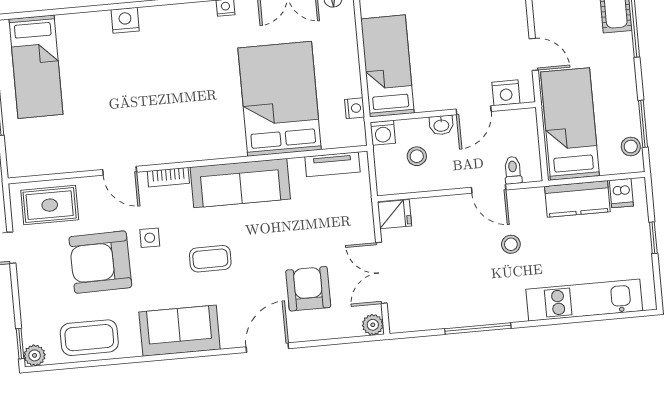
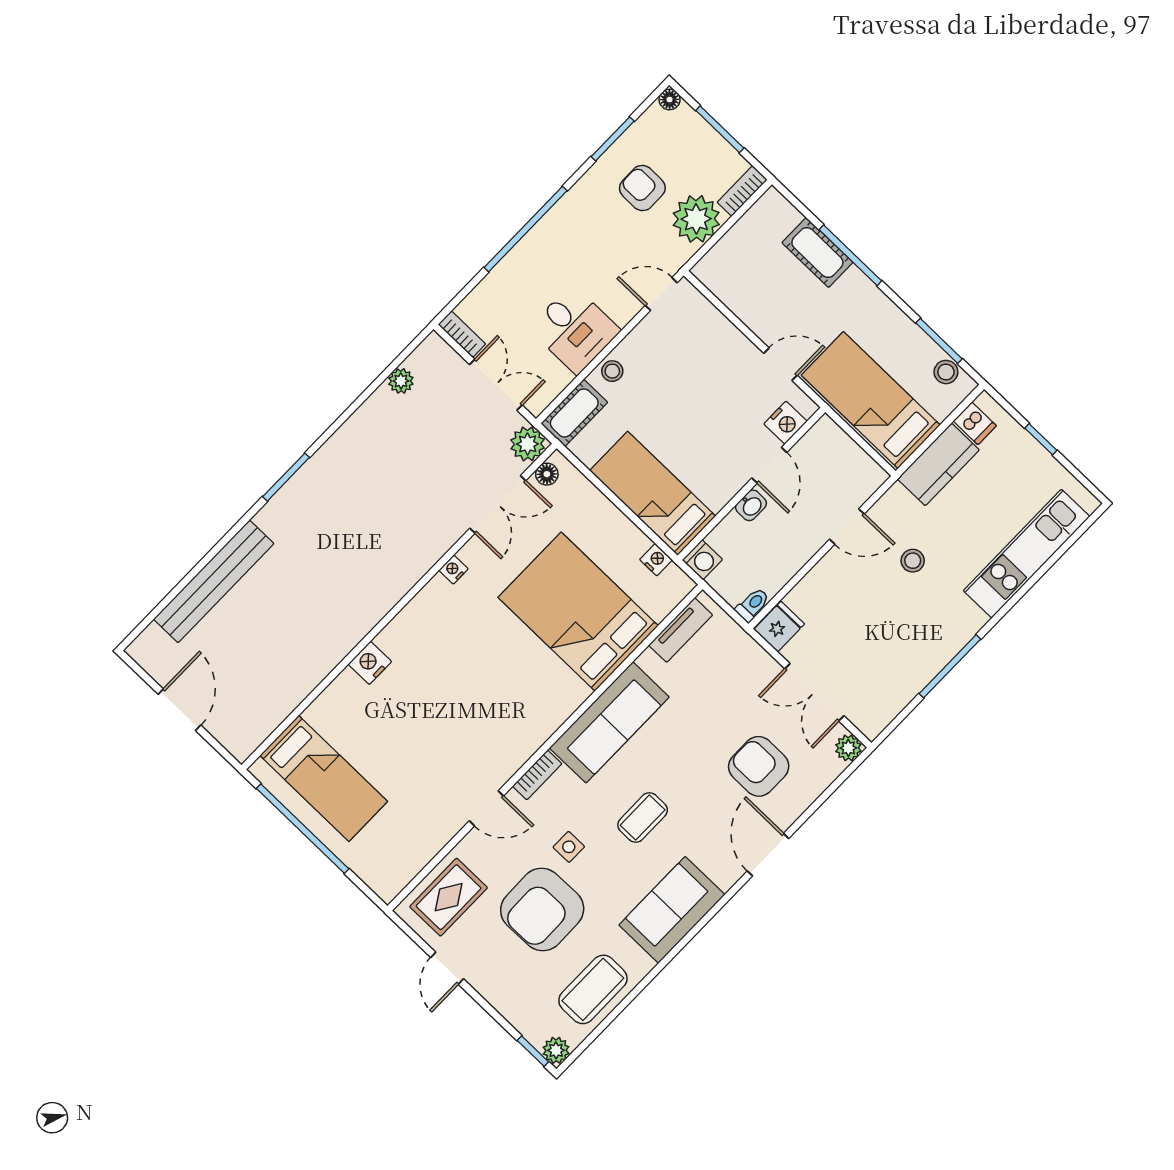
stool: (417, 156) -> (753, 554), removed
toilet: (513, 170) -> (752, 605), moved, turned 90

